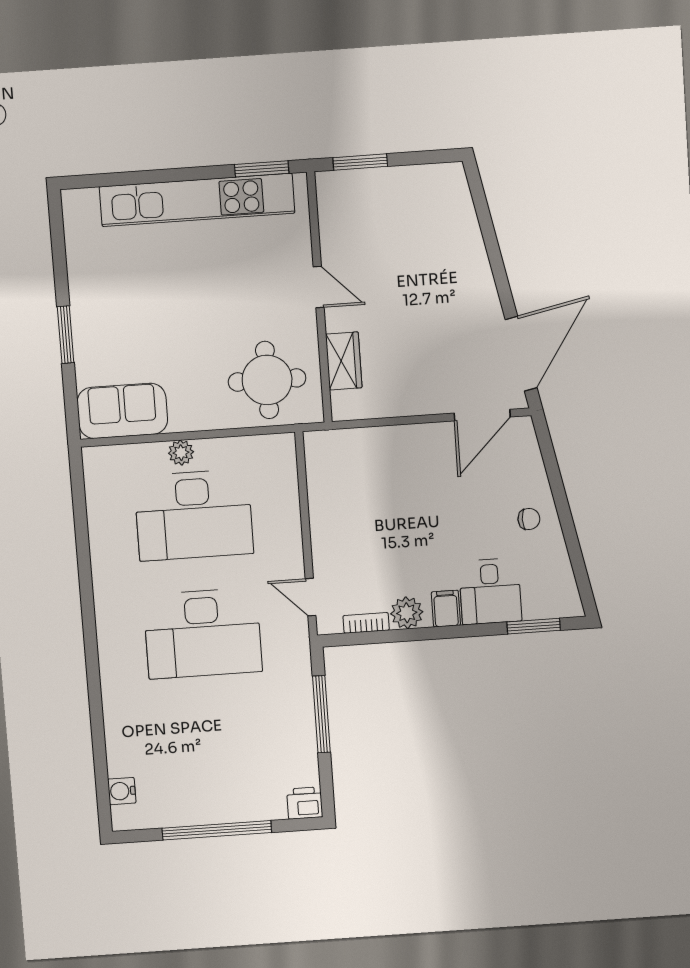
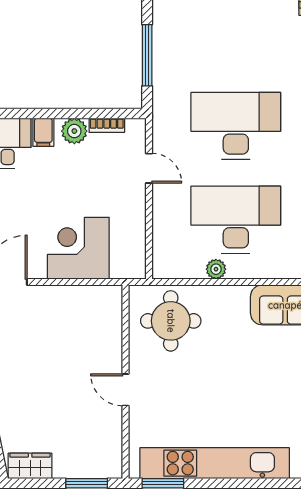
wardrobe: (344, 361) -> (30, 466), moved, turned 90
plant: (181, 453) -> (216, 269), moved
corner desk: (392, 465) -> (78, 248), added
door: (311, 597) -> (149, 168), moved

